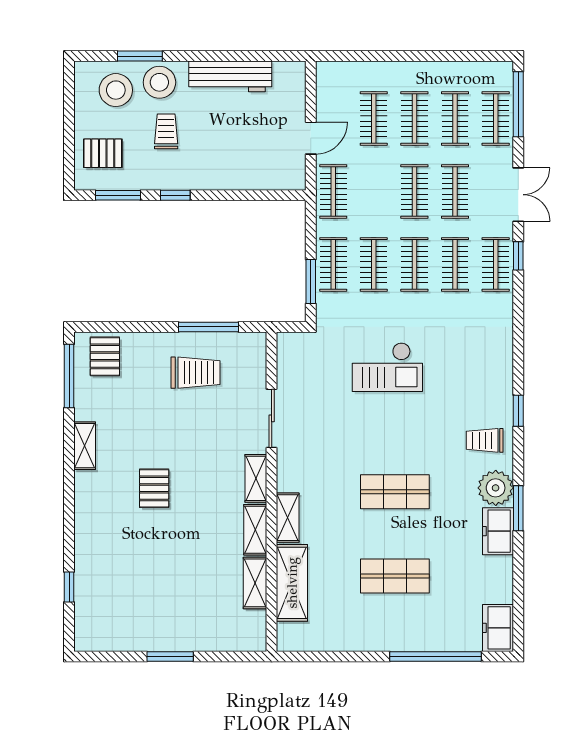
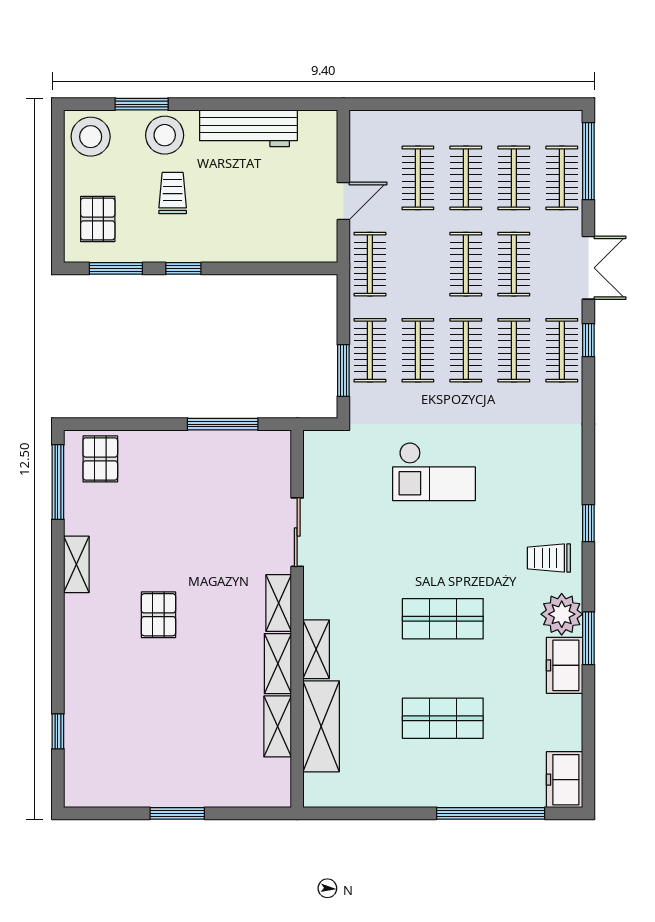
stool: (116, 90) -> (91, 137), moved
pallet: (103, 153) -> (98, 219), turned 90
trolley: (196, 373) -> (207, 478), removed

